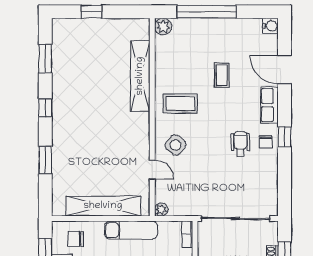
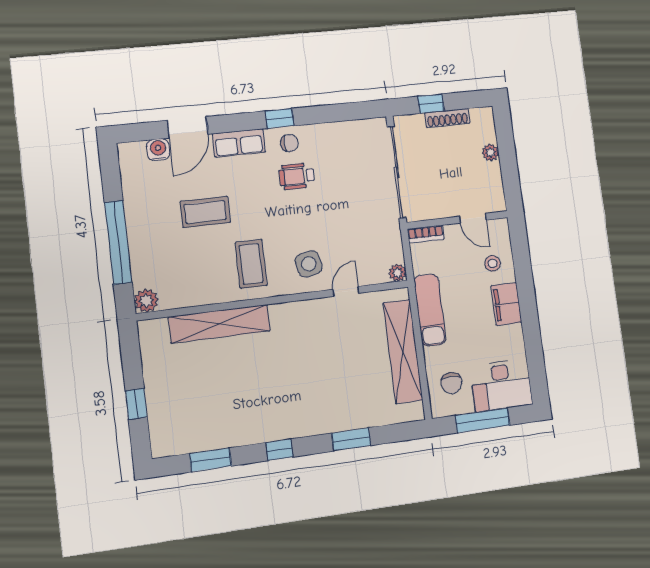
water cooler: (270, 26) -> (158, 150), moved
coffee table: (222, 75) -> (205, 212), width x1.36, depth x1.30
side table: (175, 145) -> (309, 264), turned 38

